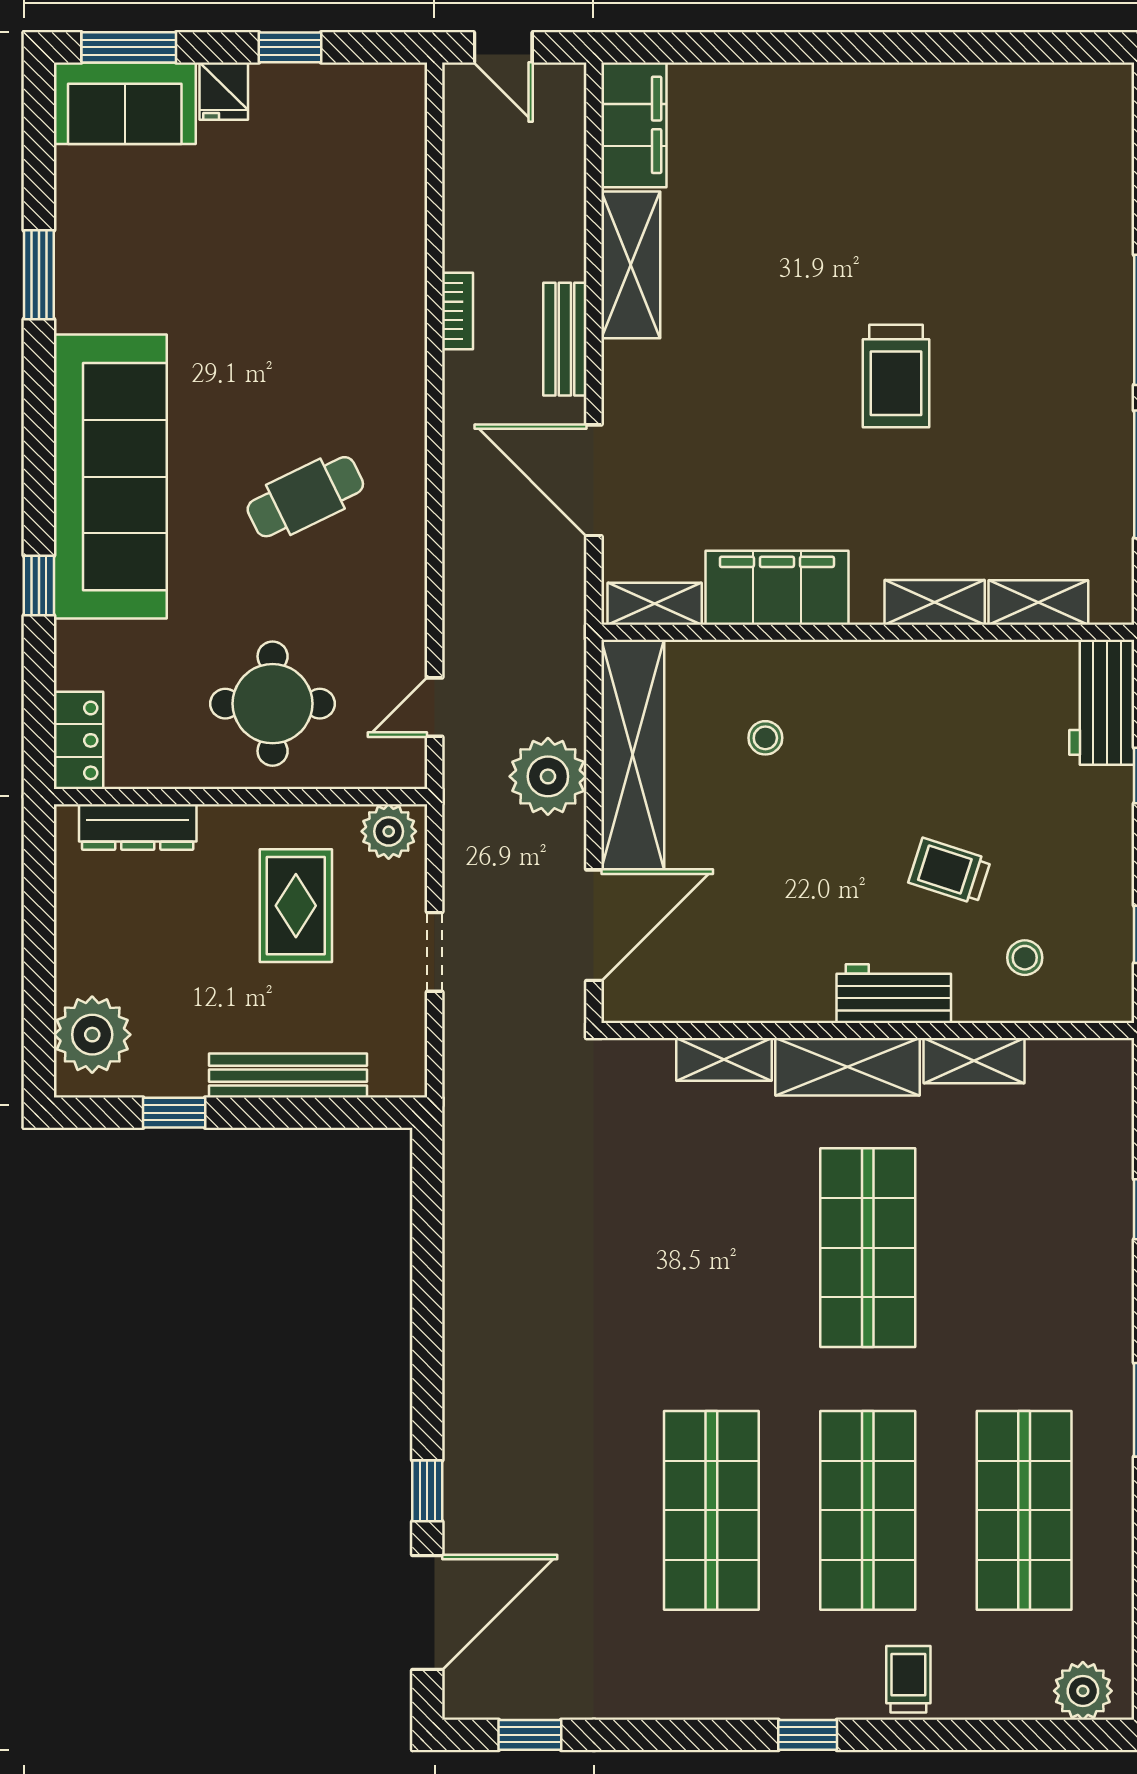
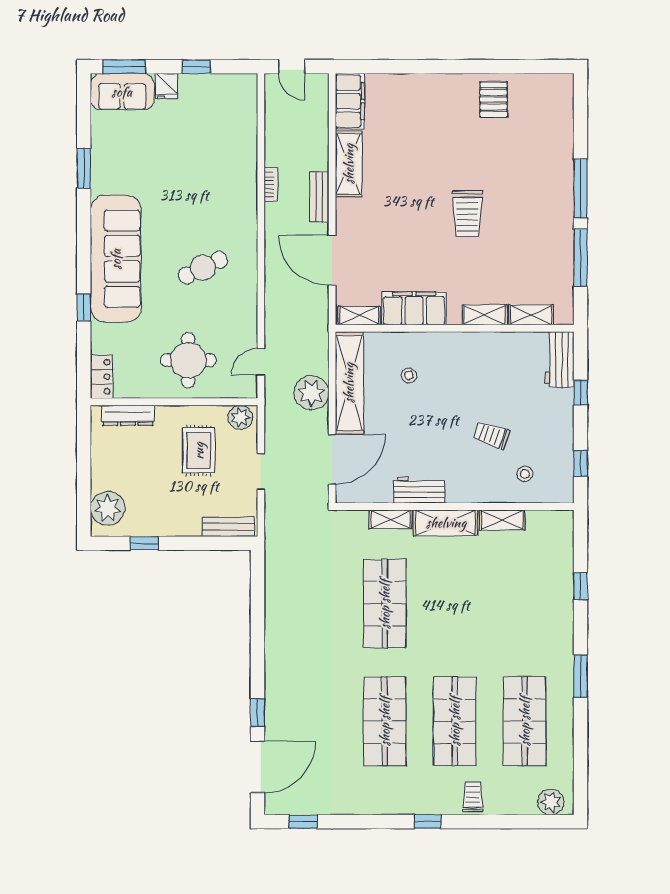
pallet: (955, 121) -> (494, 100), added
workbench: (894, 994) -> (419, 490), moved
bench: (288, 1076) -> (228, 527), moved, width x0.73
shop shelf: (868, 1248) -> (385, 604), moved

